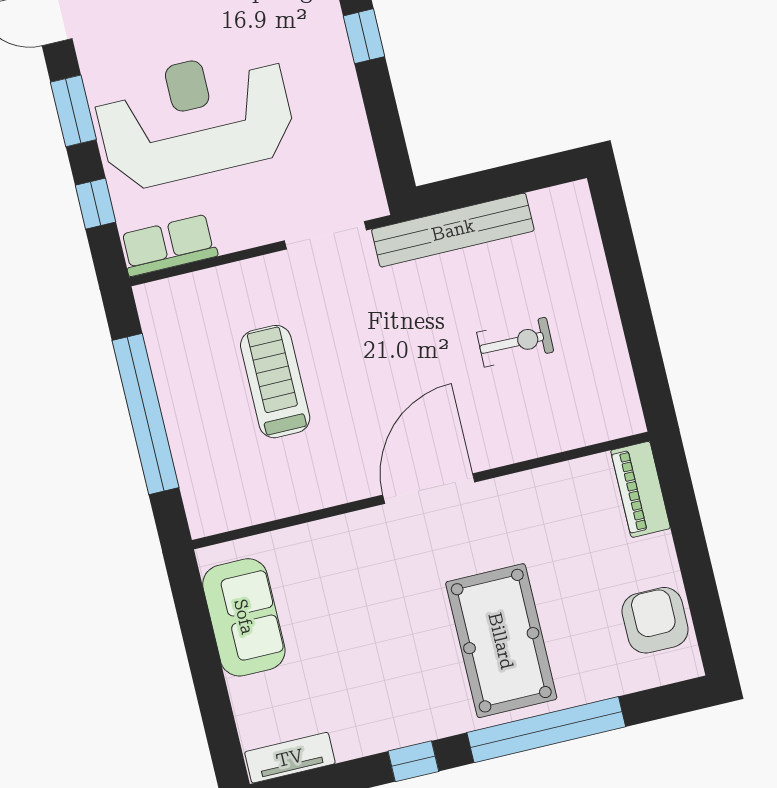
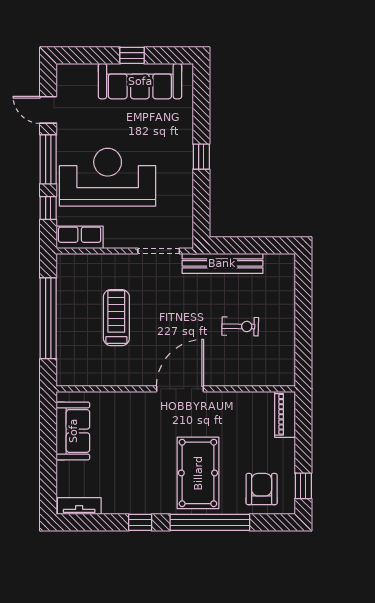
window: (73, 111) -> (48, 159), width x1.44
window: (708, 617) -> (303, 486), added
armchair: (655, 620) -> (262, 489), moved

